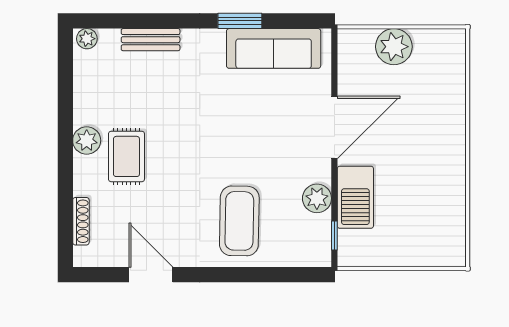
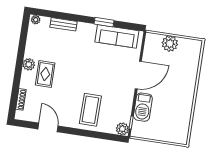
plant: (317, 198) -> (122, 129), moved

